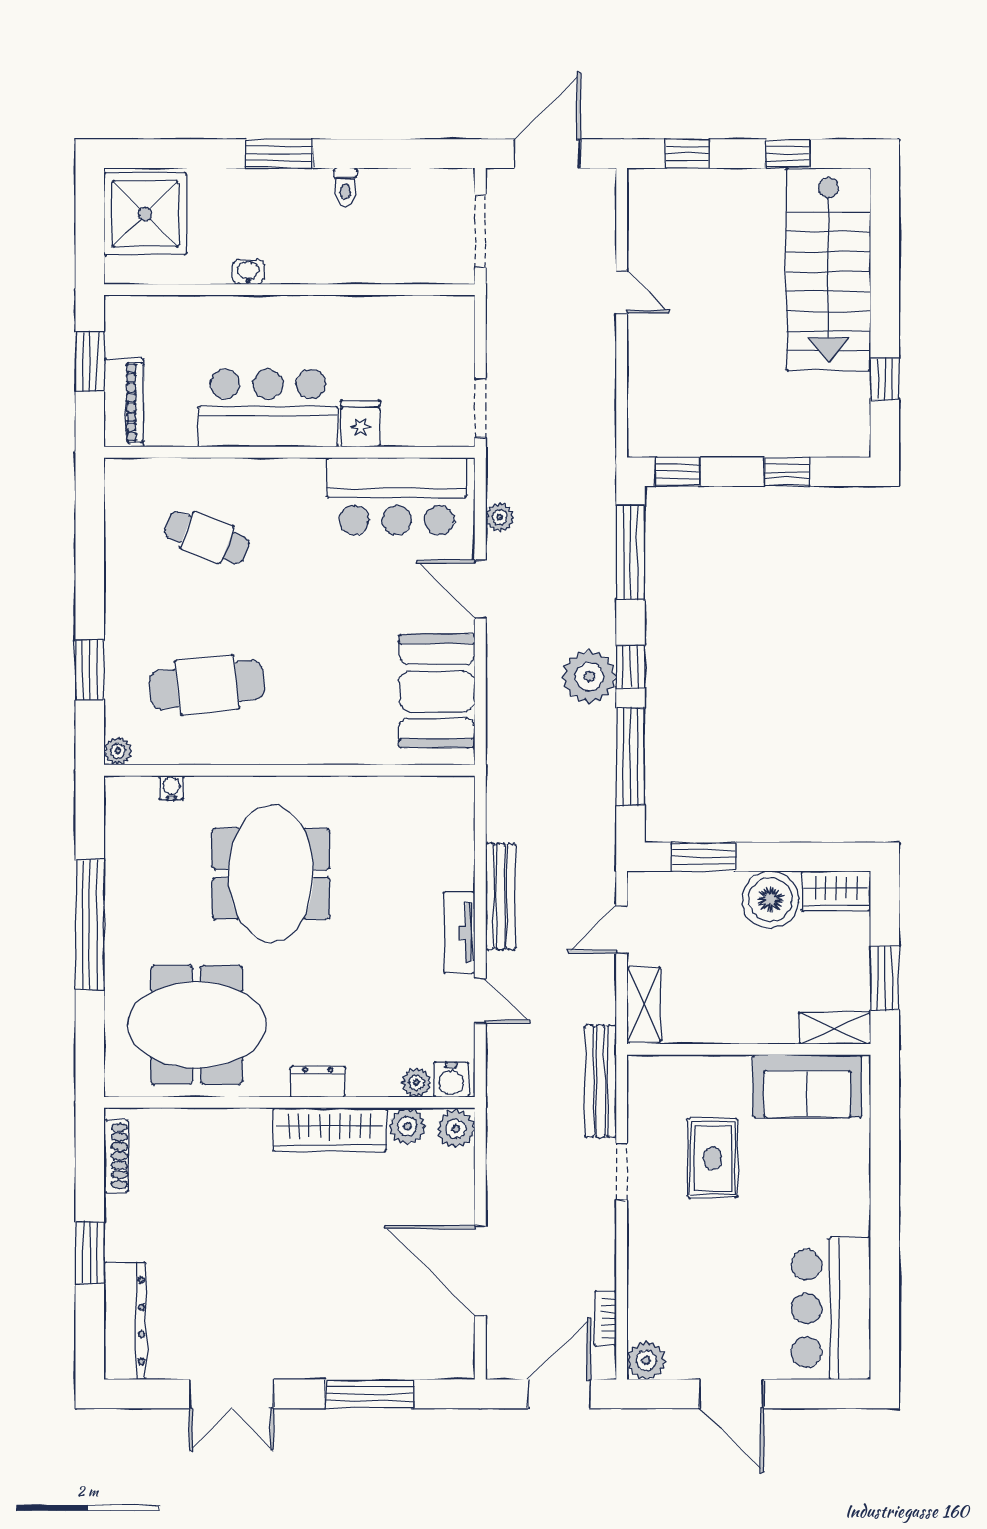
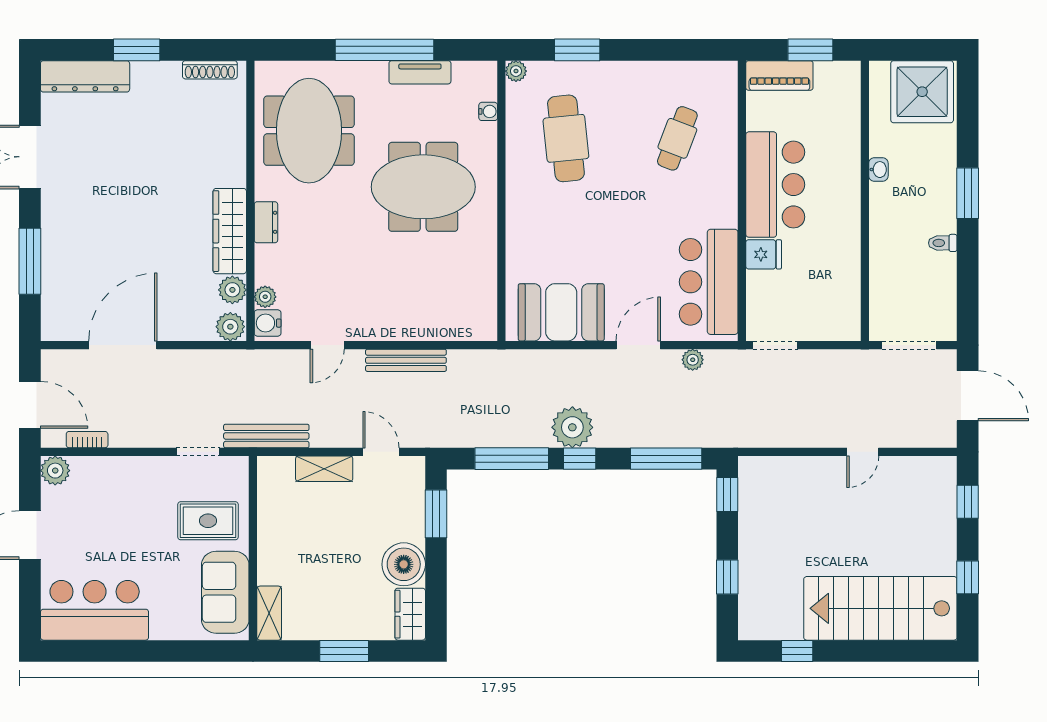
tv unit: (459, 932) -> (420, 72), moved, turned 180
shelving: (835, 1028) -> (269, 613), moved
wall: (749, 1049) -> (253, 548), moved
sofa: (807, 1086) -> (225, 592), moved

